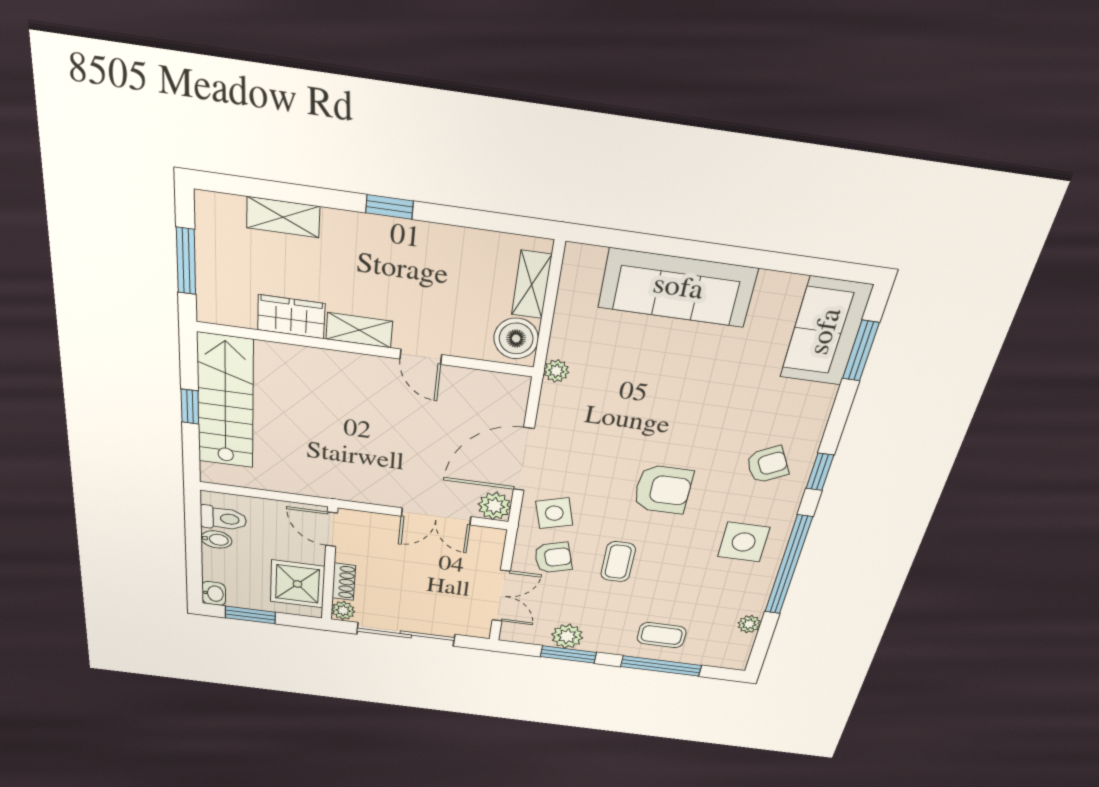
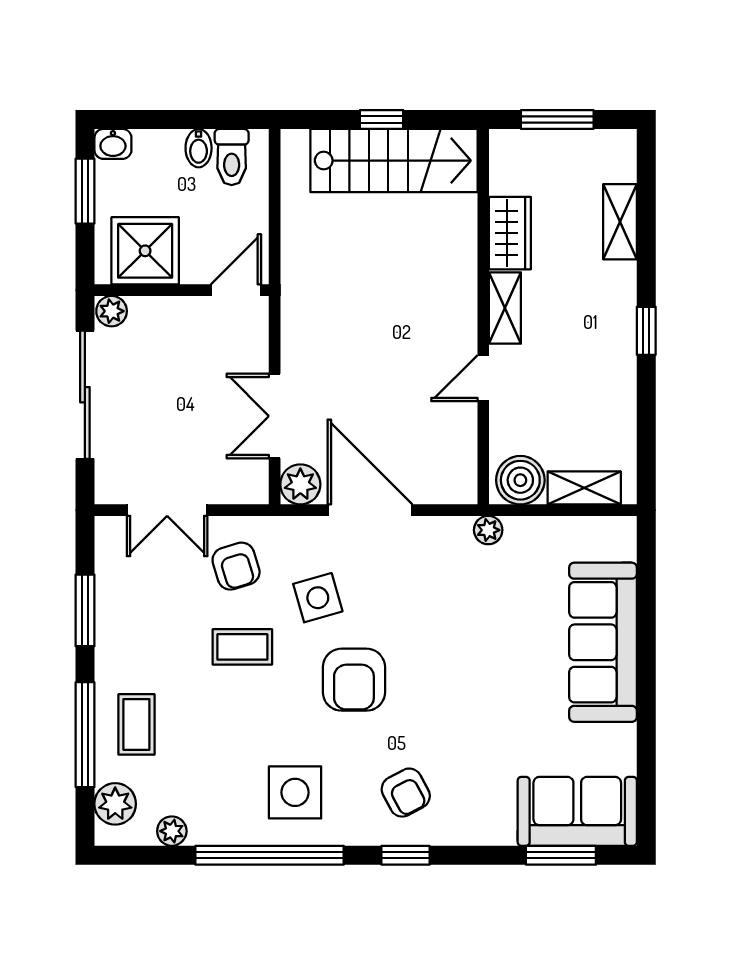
side table: (554, 513) -> (318, 598), moved
shoe rack: (344, 582) -> (158, 309), removed
plant: (567, 636) -> (115, 804), moved

